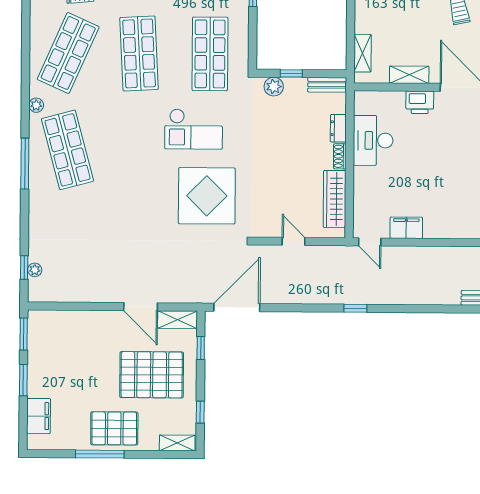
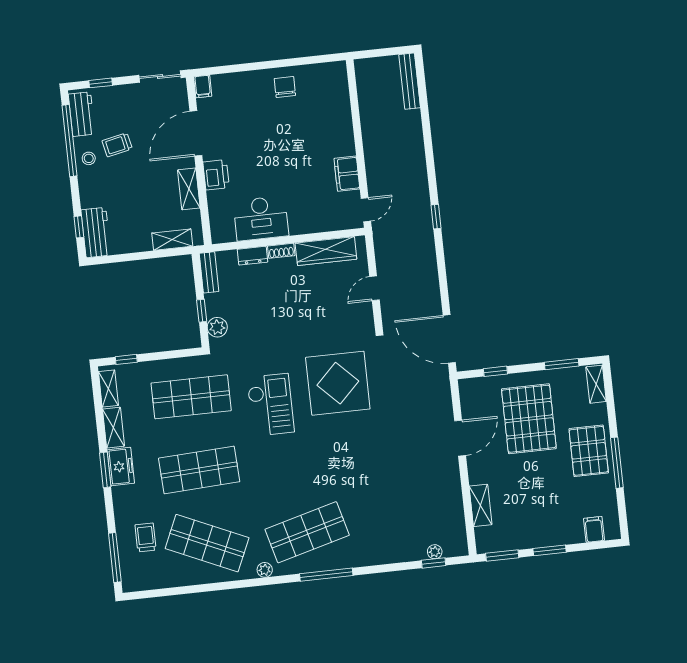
shelving: (177, 320) -> (480, 505), moved
window: (200, 412) -> (562, 364), width x1.50
filing cabinet: (39, 416) -> (594, 529), width x0.50

